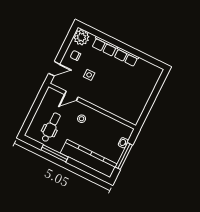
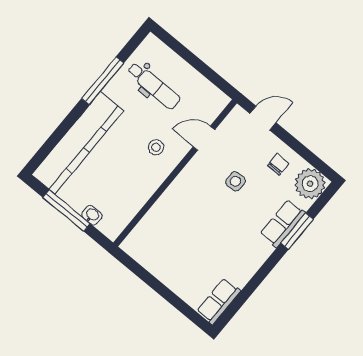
window: (107, 38) -> (297, 231), added
row of seats: (126, 57) -> (219, 301), moved
door: (54, 69) -> (263, 118), swing flipped
door: (71, 96) -> (204, 138), hinge flipped

